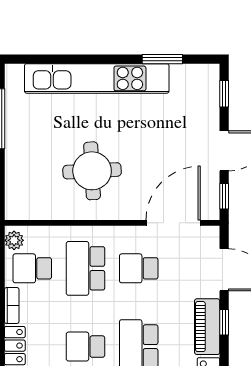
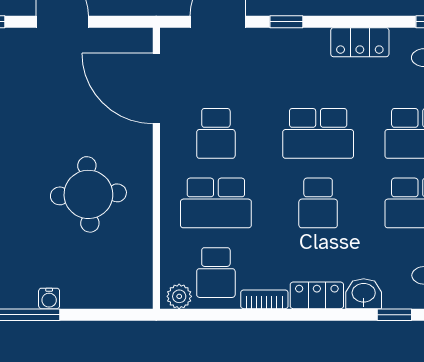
water cooler: (12, 141) -> (49, 298), added
window: (224, 196) -> (122, 22), removed
piano: (207, 327) -> (292, 44), removed

